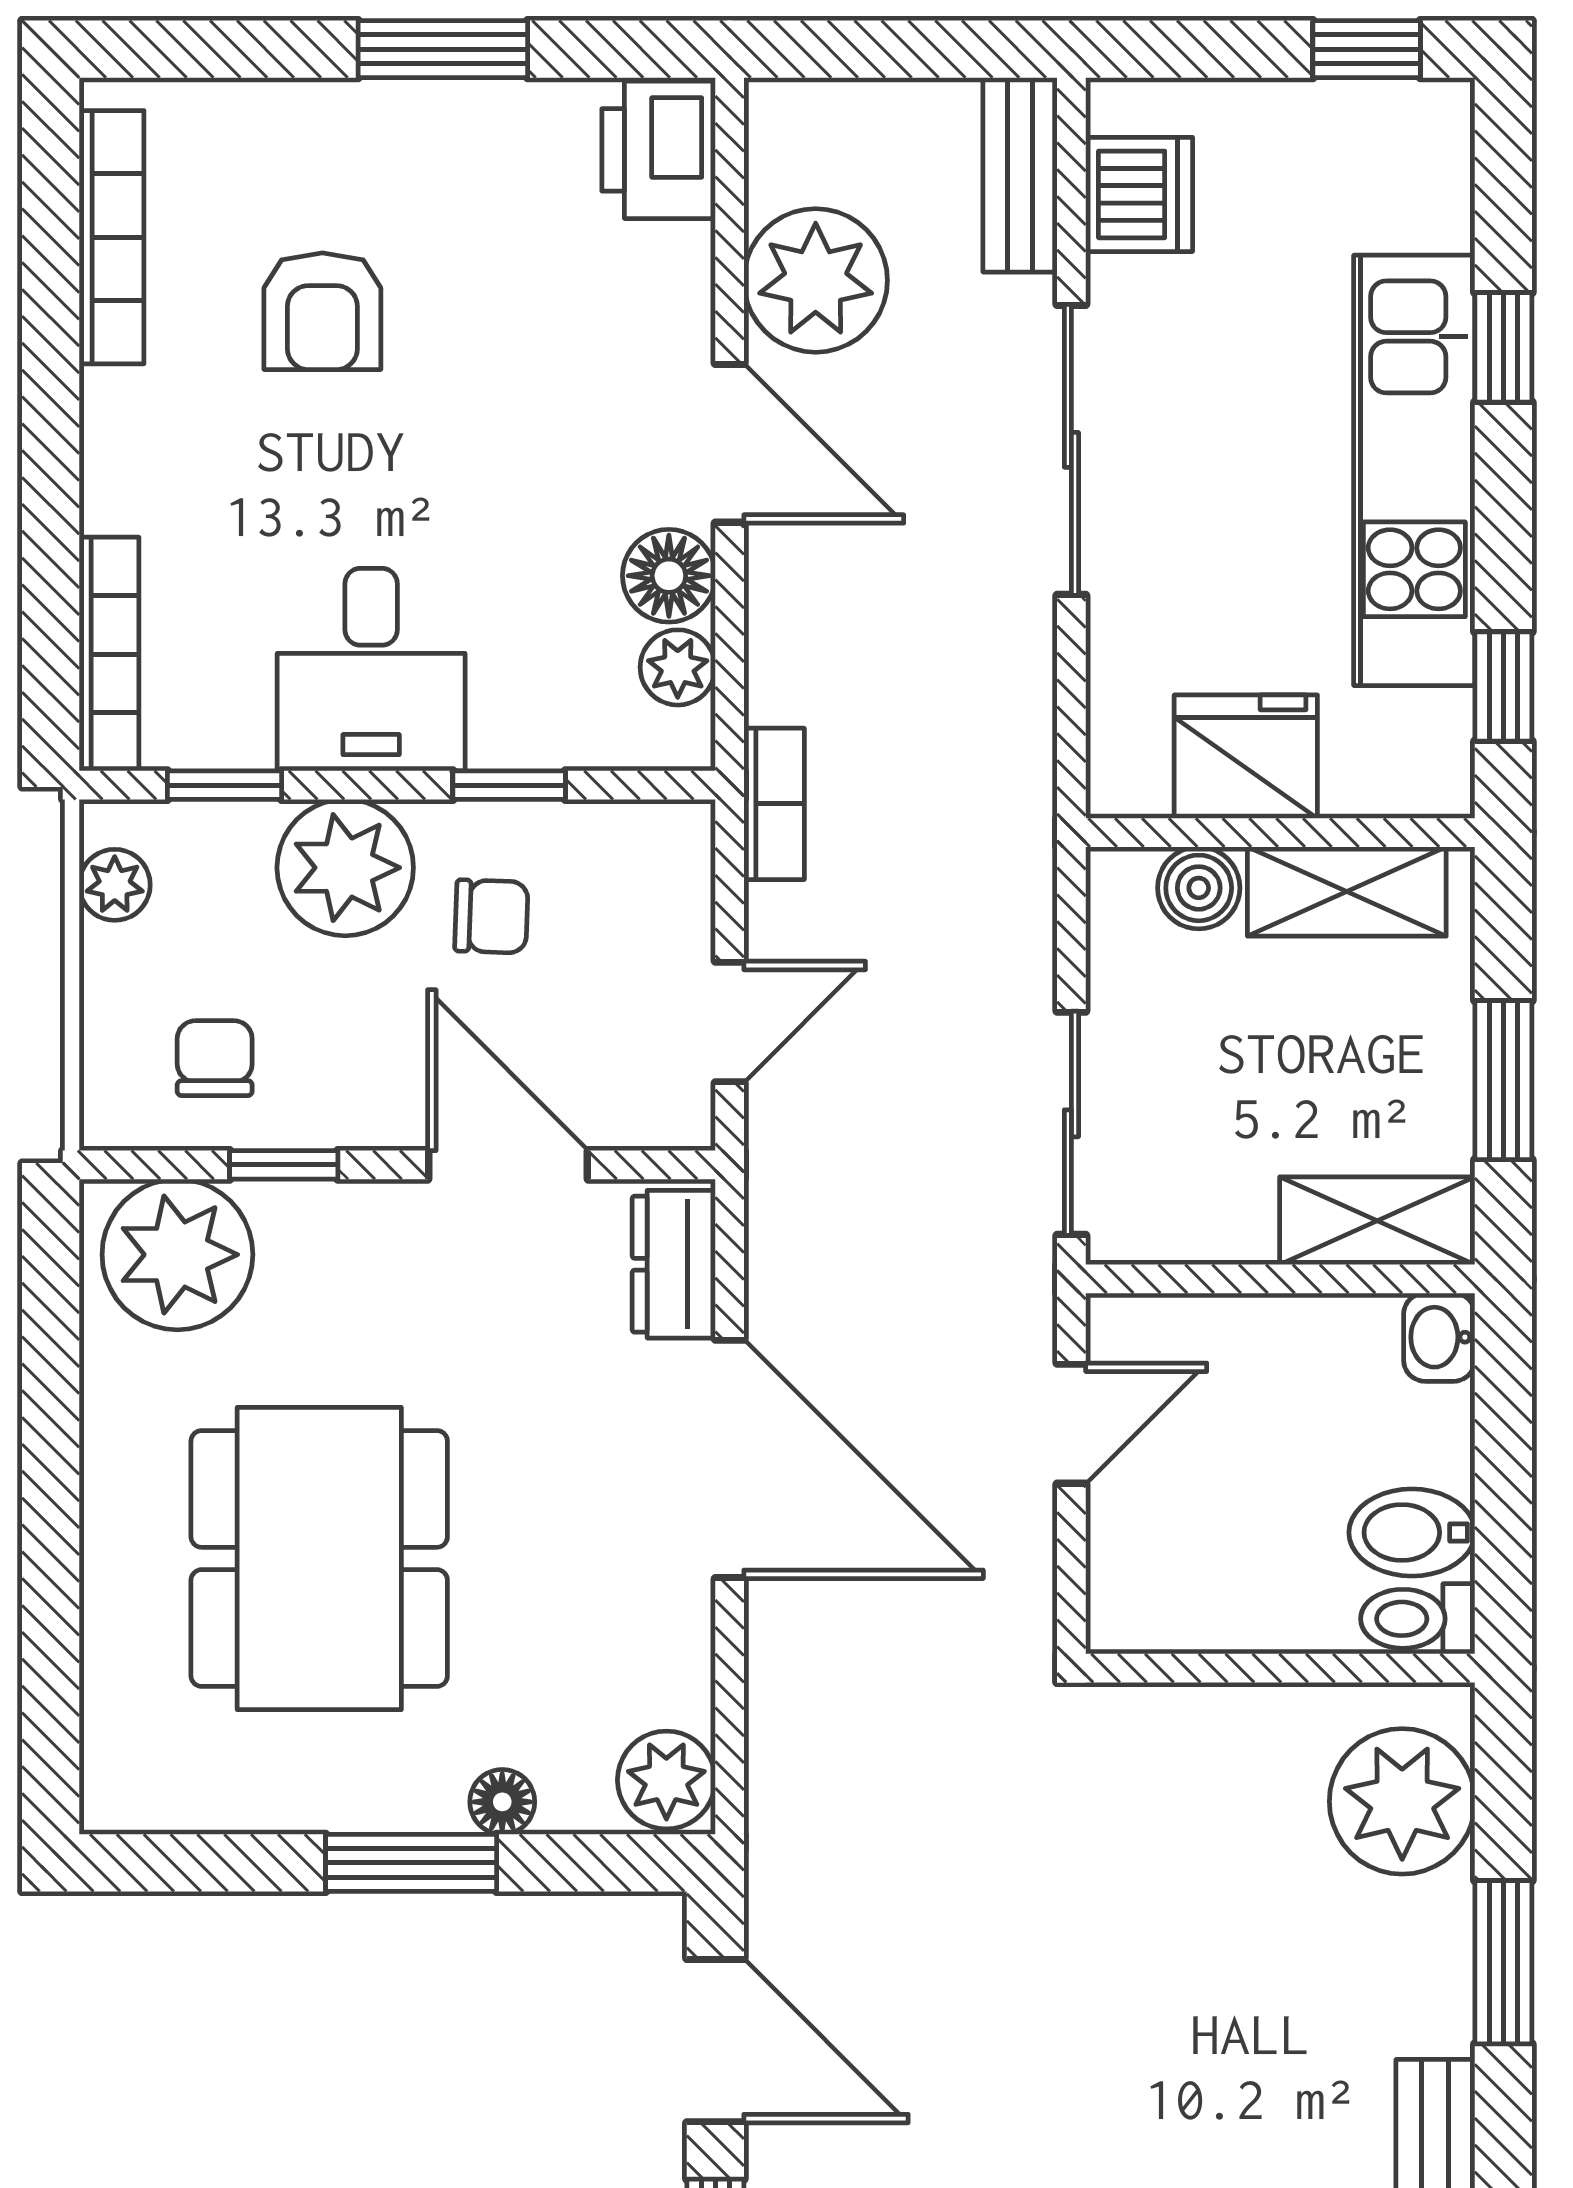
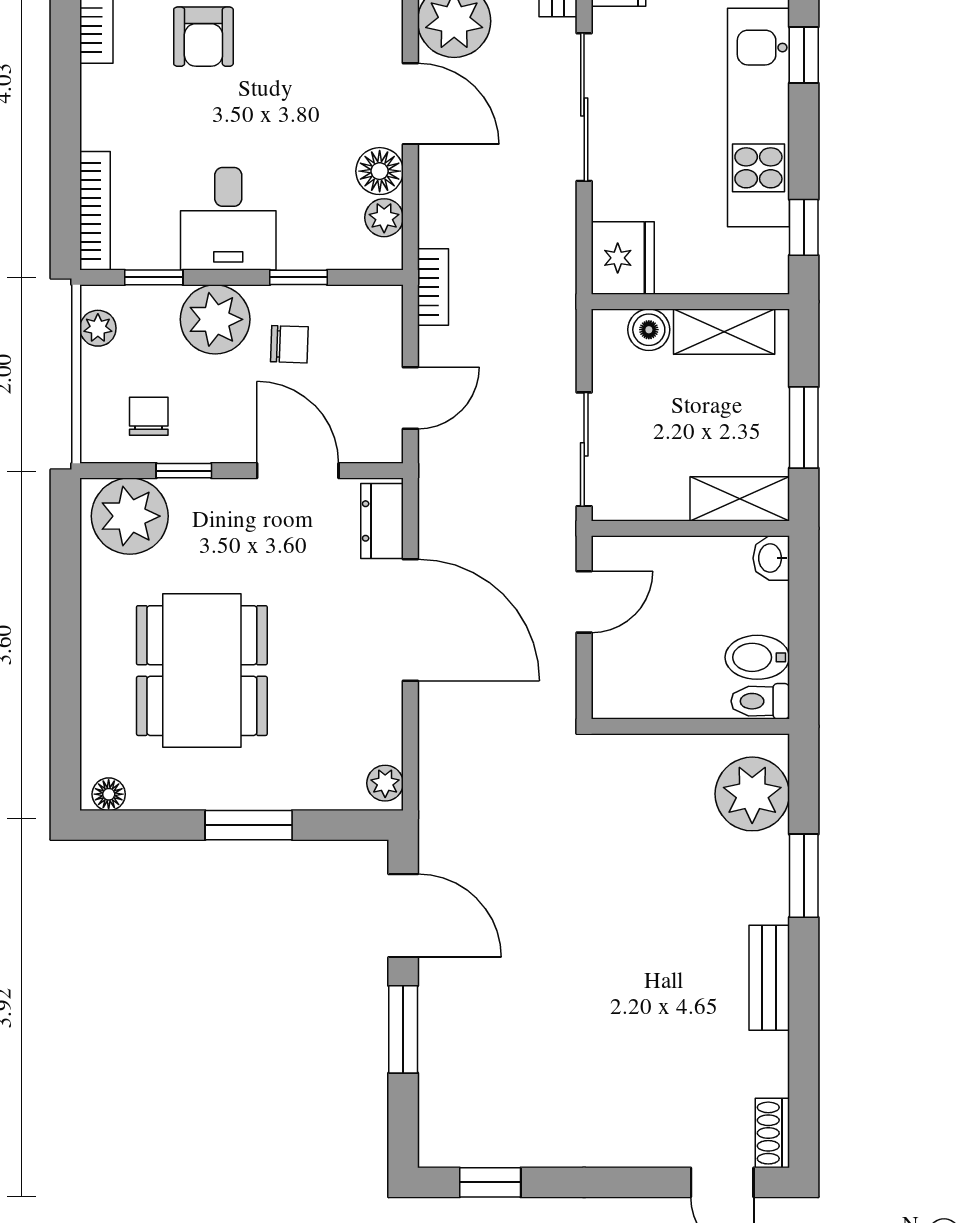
fridge: (1246, 757) -> (623, 258), moved, turned 90
plant: (666, 1780) -> (385, 783), width x0.73, depth x0.73
floor lamp: (502, 1802) -> (109, 794), moved

